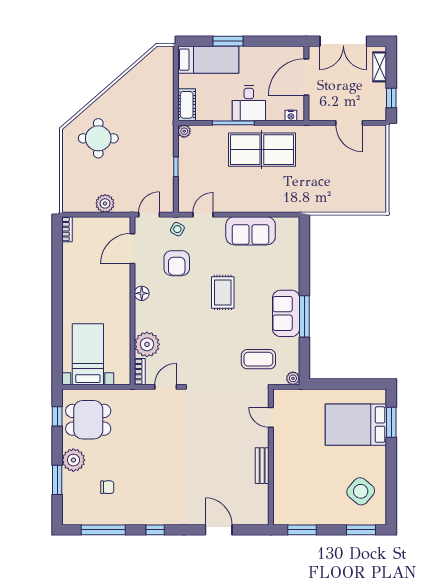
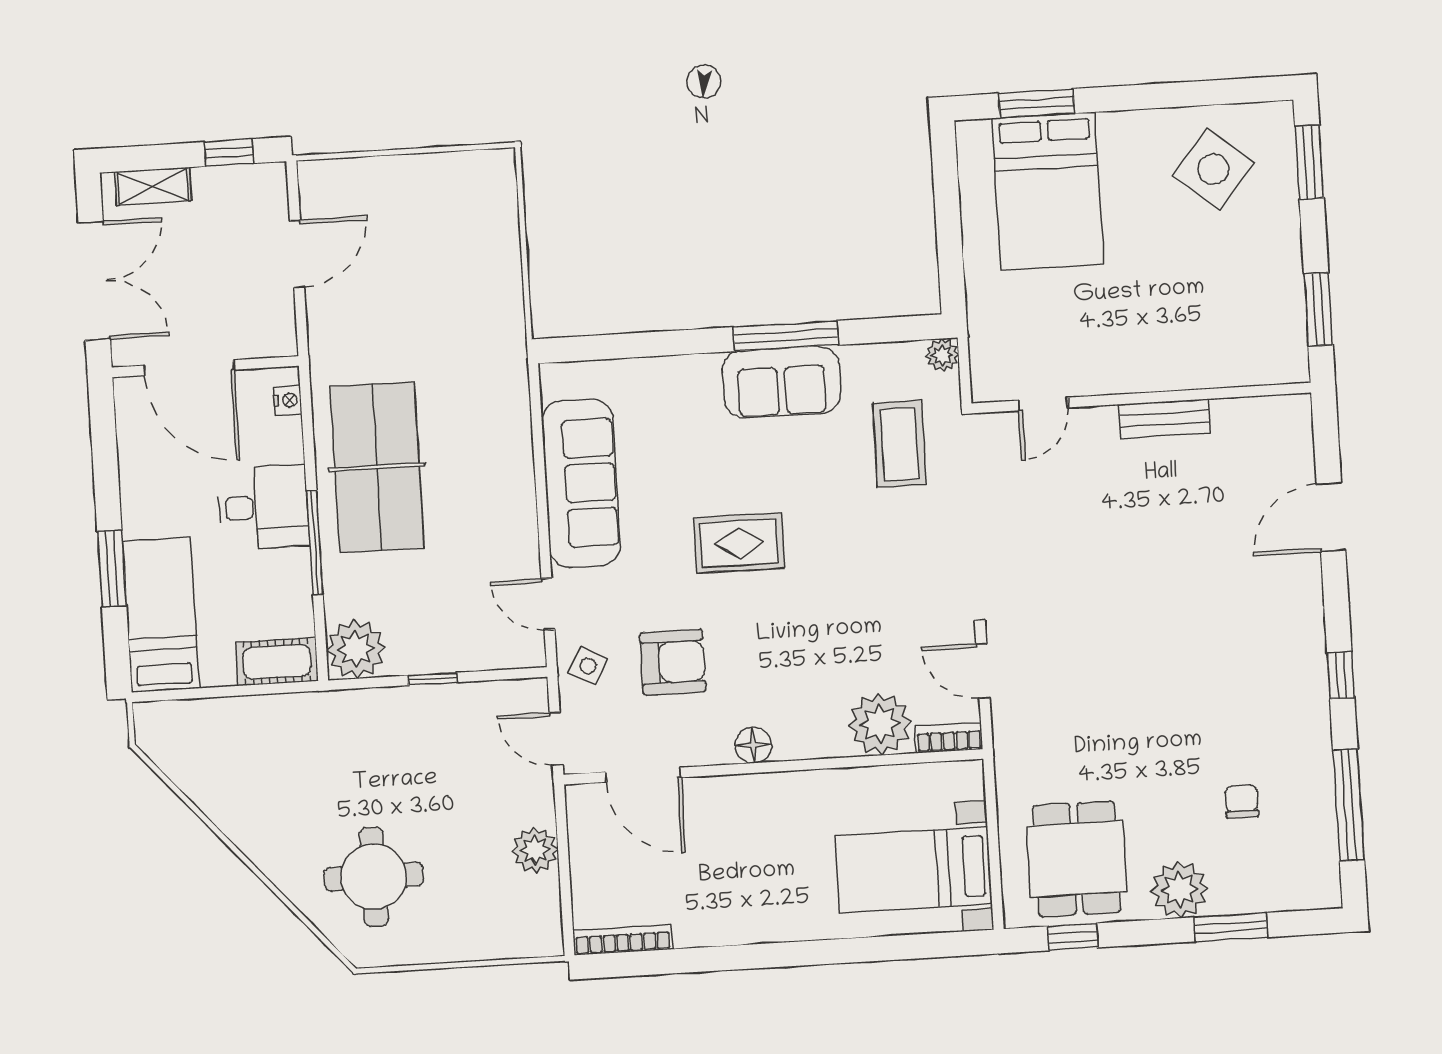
plant: (184, 131) -> (356, 649), width x1.88, depth x1.88
bookcase: (67, 229) -> (623, 940), width x1.56
sofa: (251, 231) -> (581, 483), width x1.36

